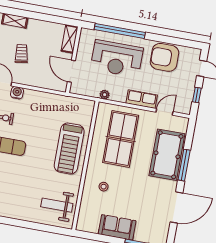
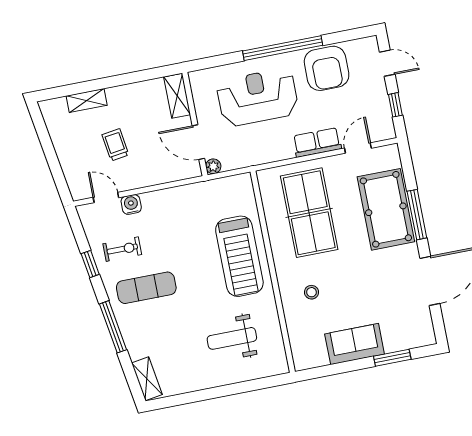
window: (120, 31) -> (283, 48), moved
armchair: (164, 57) -> (327, 68), turned -90
reception desk: (117, 59) -> (258, 97), turned 180
plant: (105, 95) -> (213, 166), moved
weight bench: (57, 205) -> (232, 338), moved

